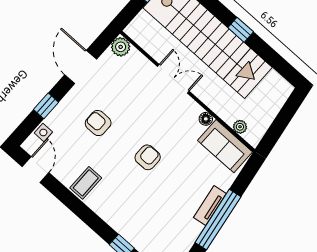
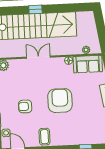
window: (241, 30) -> (35, 9), moved
armchair: (148, 157) -> (60, 101), width x1.88, depth x1.88

